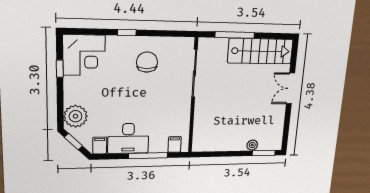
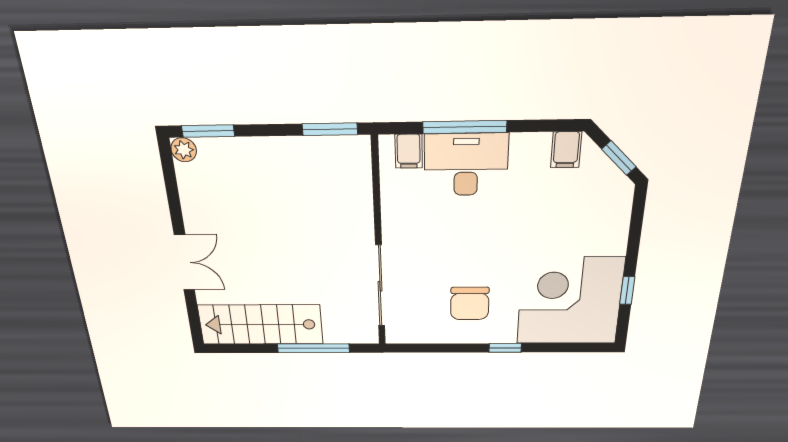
corner desk: (84, 55) -> (570, 301), width x1.36, depth x1.36
plant: (75, 116) -> (609, 208), removed
desk: (128, 138) -> (466, 165), moved
plant: (252, 145) -> (184, 150), moved
window: (210, 154) -> (330, 129), added

